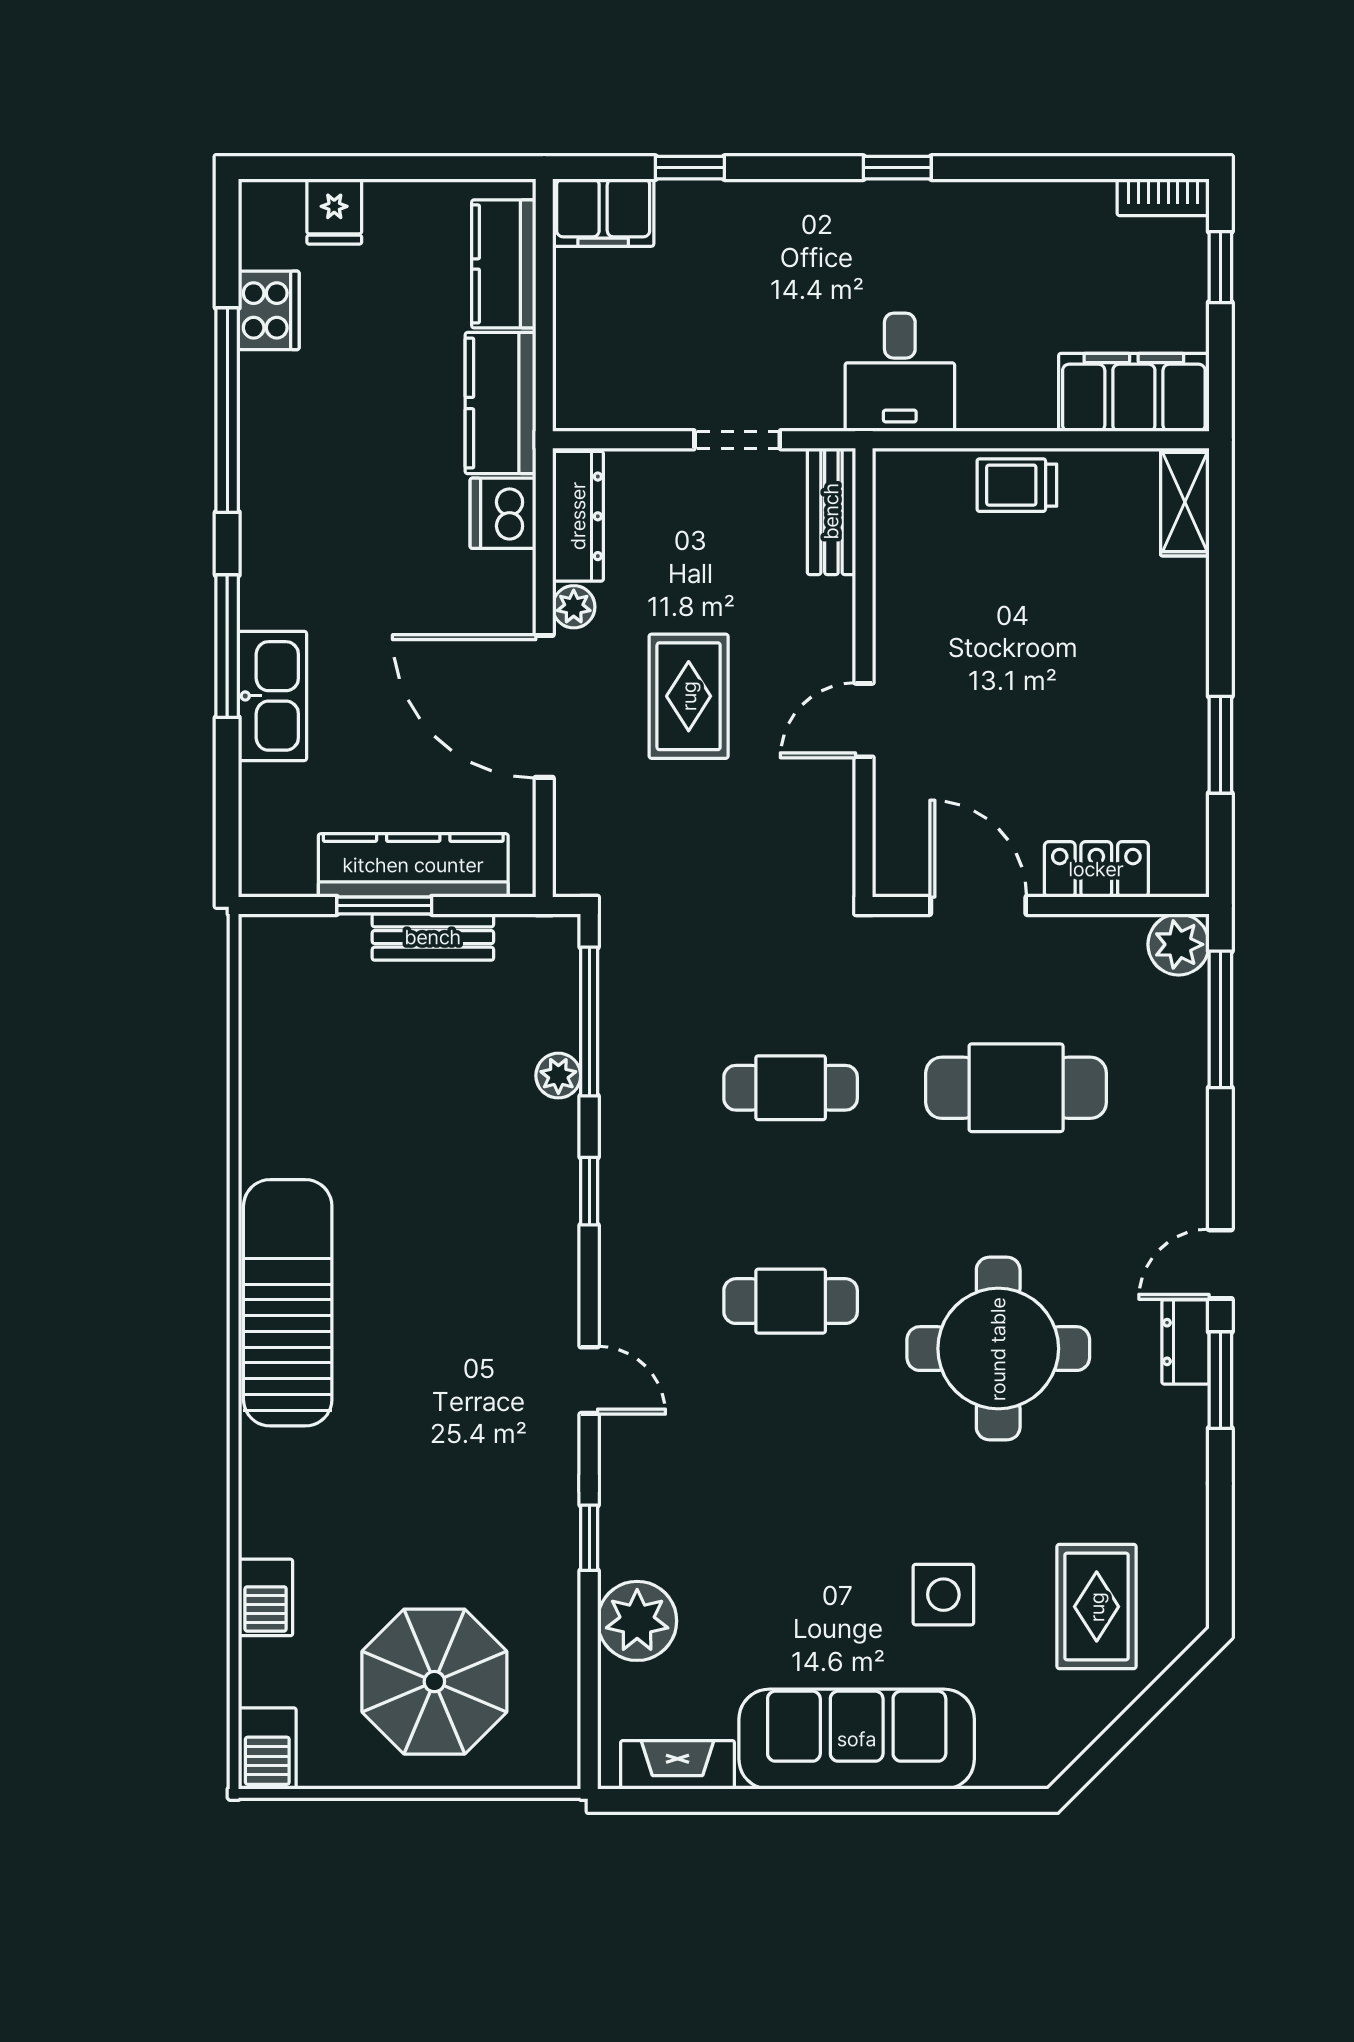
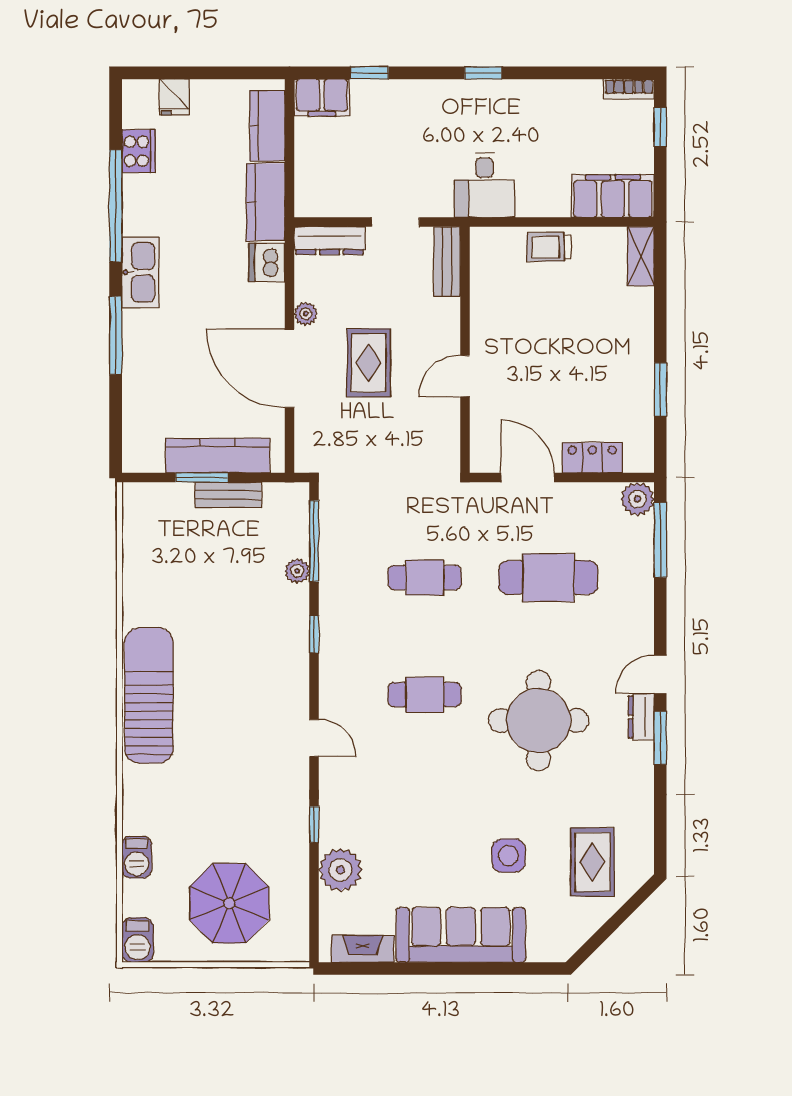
dresser: (578, 516) -> (330, 241), moved, turned 90
kitchen sink: (272, 696) -> (140, 272), moved

